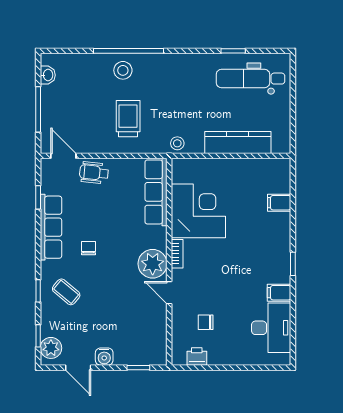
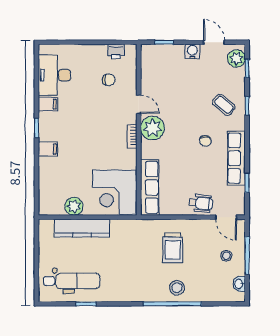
stool: (177, 143) -> (226, 256), moved
plant: (248, 169) -> (74, 206), added
filing cabinet: (279, 203) -> (48, 149), moved
corner desk: (198, 211) -> (115, 192), moved

